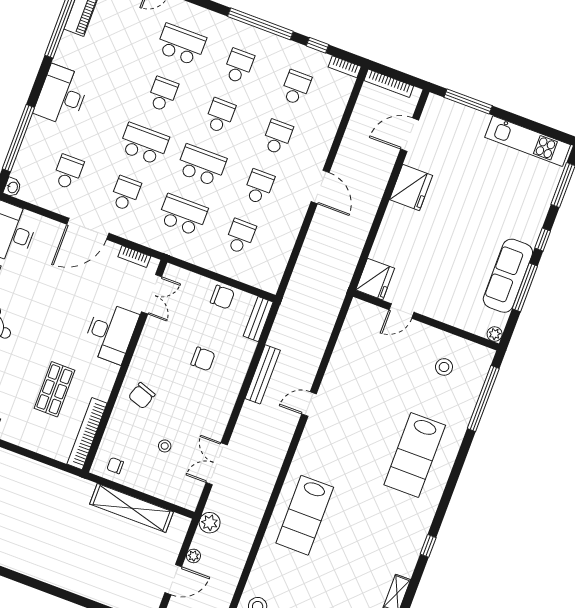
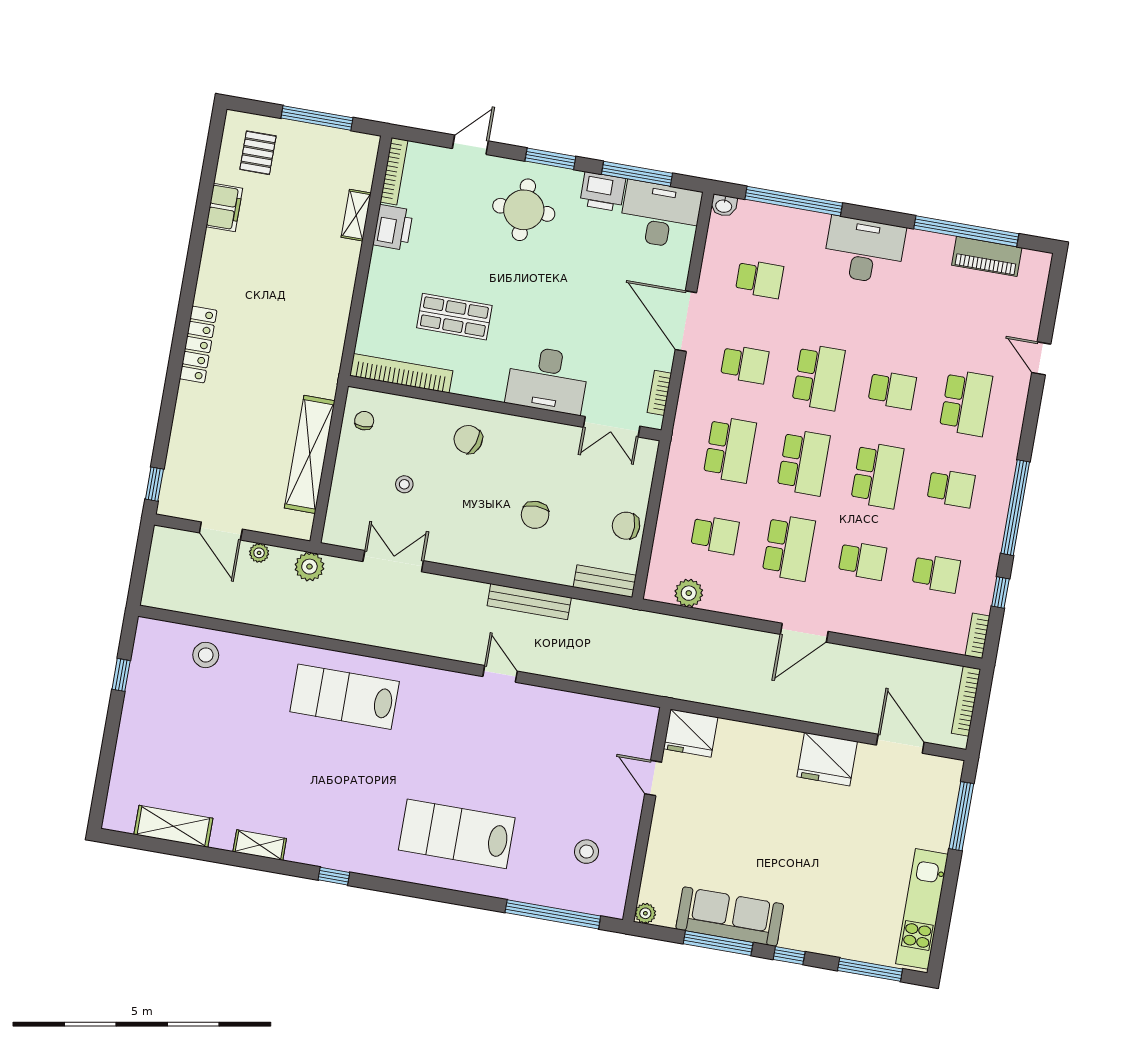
school desk: (220, 116) -> (877, 475), width x1.85
school desk: (259, 187) -> (789, 548), width x1.85
plant: (277, 262) -> (689, 593), added
chair: (222, 297) -> (626, 526), turned 89
locker: (41, 571) -> (198, 345), added

